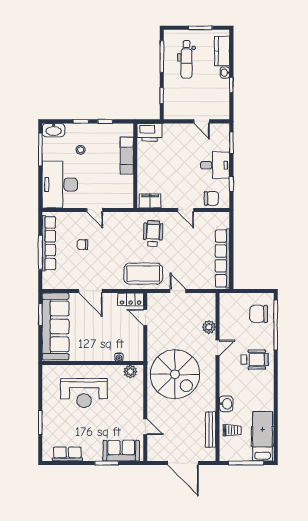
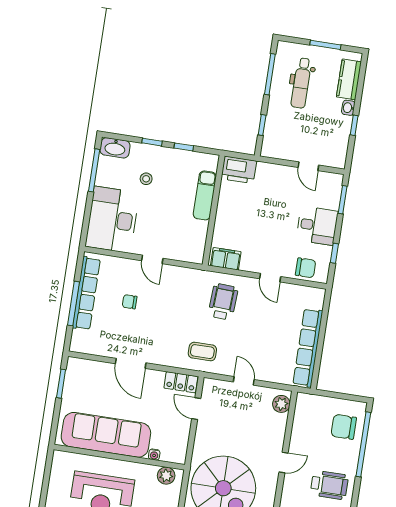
coffee table: (143, 274) -> (202, 352), width x0.54, depth x0.58
sofa: (56, 326) -> (106, 435), moved, turned -90
plant: (209, 327) -> (281, 404), moved

